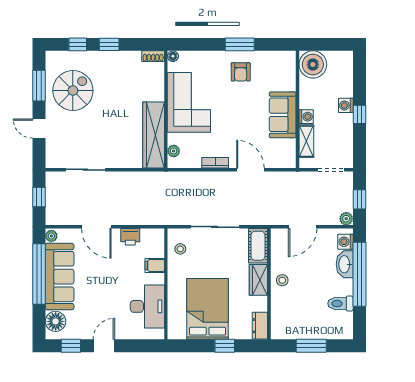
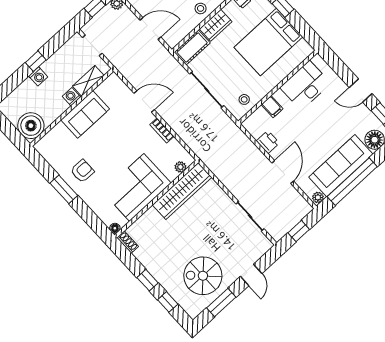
door: (250, 170) -> (144, 102), swing flipped

